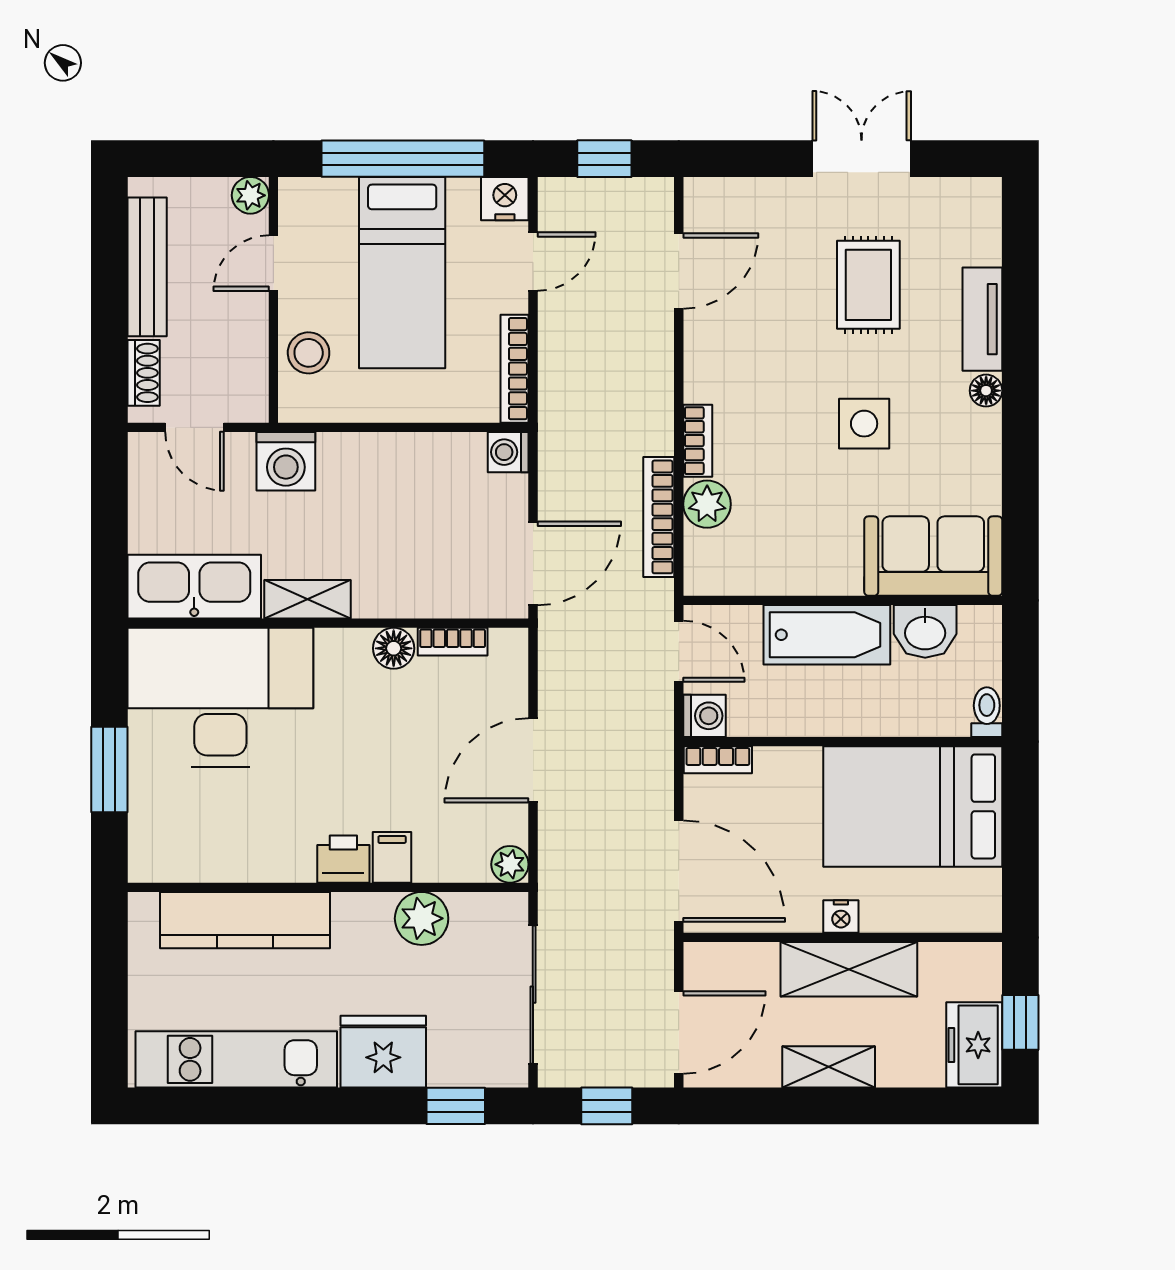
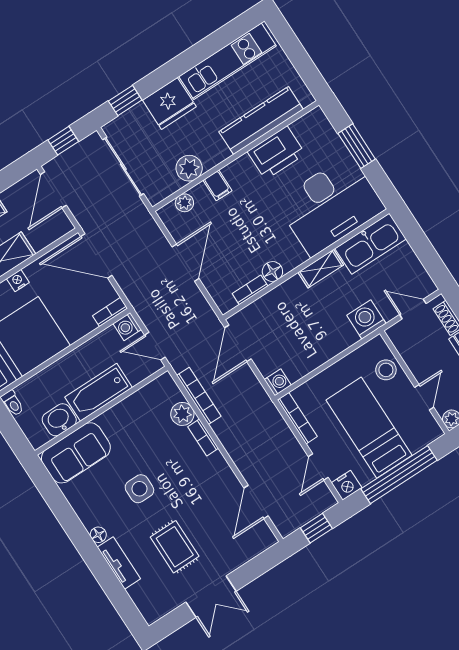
printer: (343, 859) -> (276, 153), moved, width x1.87, depth x1.48
plant: (510, 864) -> (184, 203), moved

